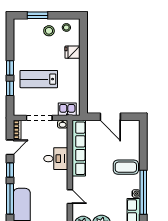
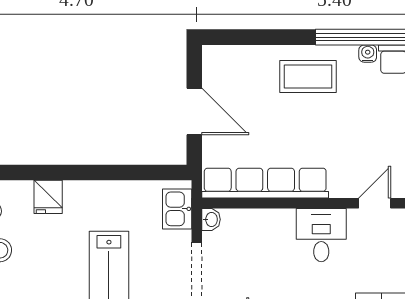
door: (110, 117) -> (194, 111), hinge flipped
desk: (56, 159) -> (321, 235), moved
coffee table: (126, 167) -> (308, 76), turned 90

